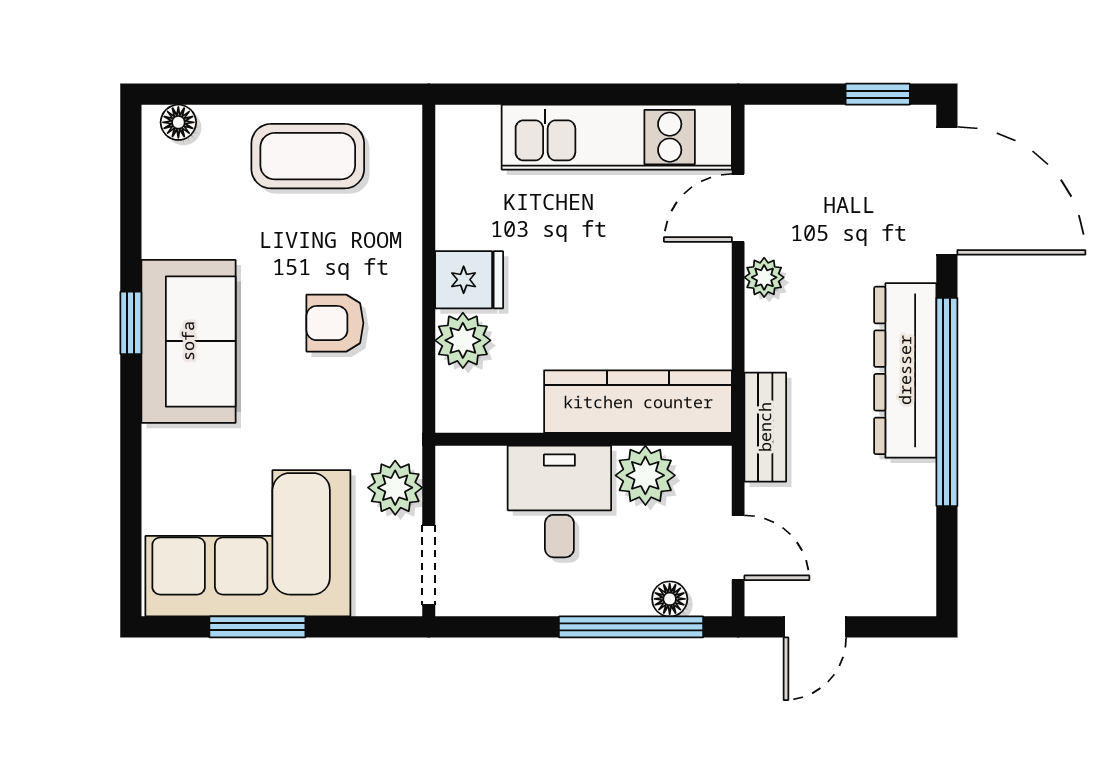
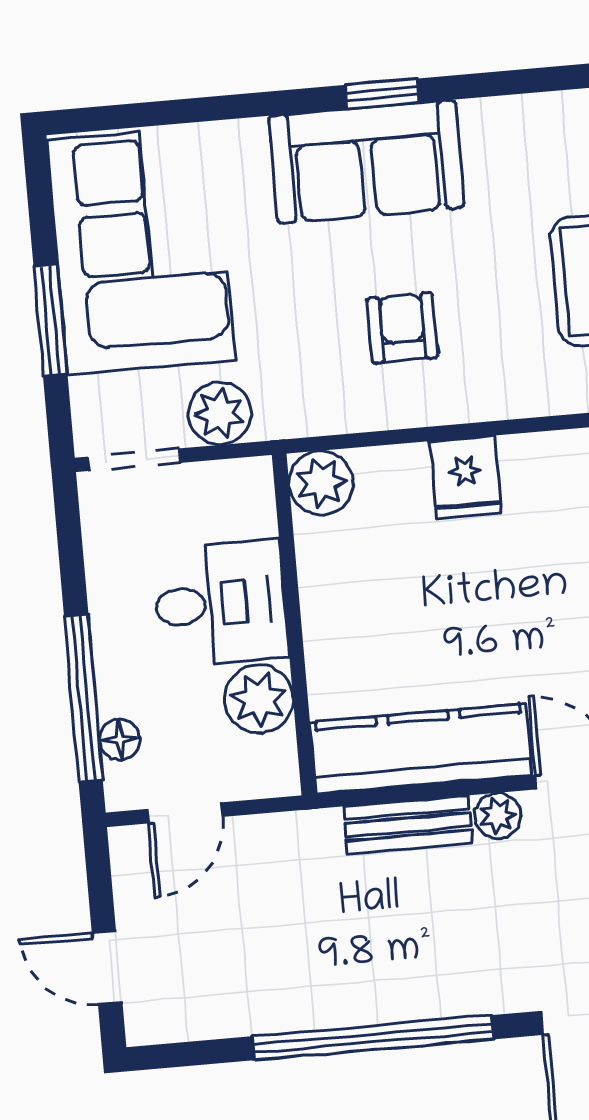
plant: (463, 340) -> (321, 483), moved
dresser: (905, 370) -> (405, 987), removed
kitchen counter: (638, 402) -> (421, 749), moved, turned -90
bench: (765, 427) -> (408, 825), moved
window: (257, 627) -> (50, 320), moved
door: (815, 627) -> (107, 968), moved

